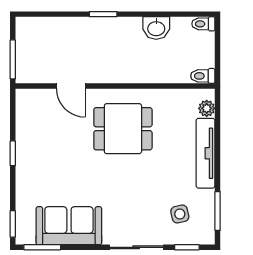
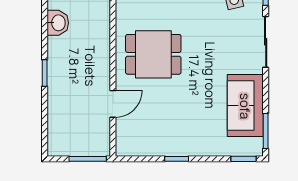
dining table: (123, 129) -> (153, 54), turned 90

